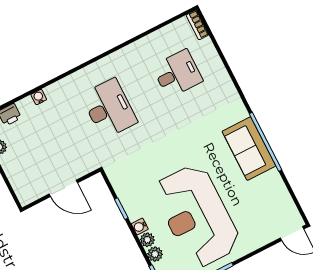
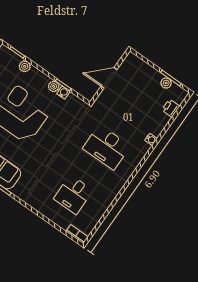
water cooler: (39, 97) -> (151, 139), moved
water cooler: (140, 226) -> (63, 93), moved
plant: (147, 240) -> (54, 86), moved

